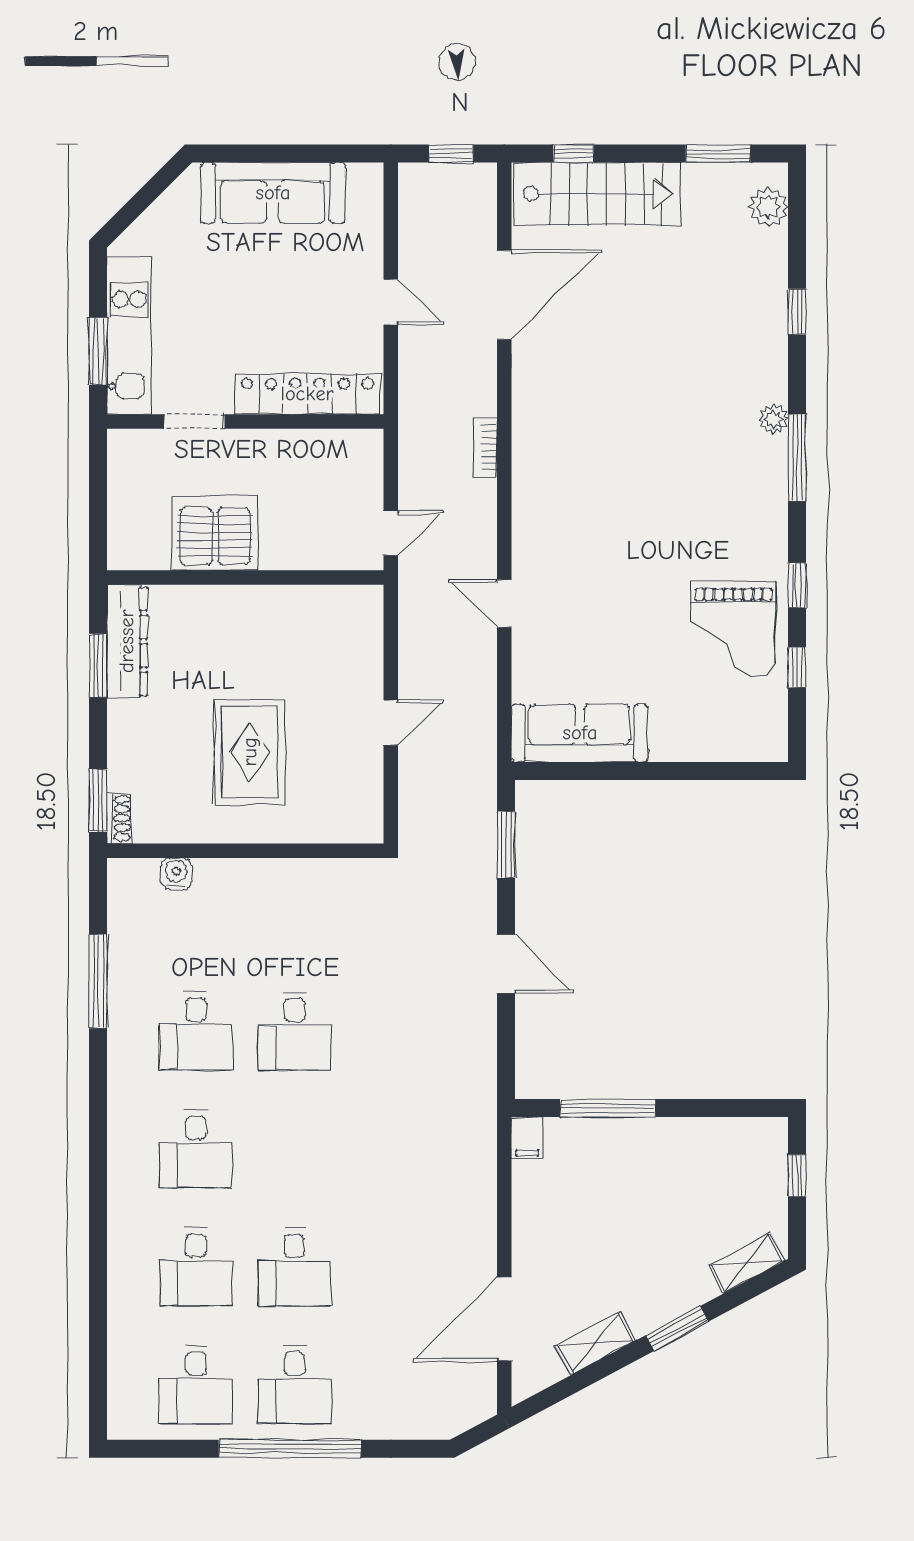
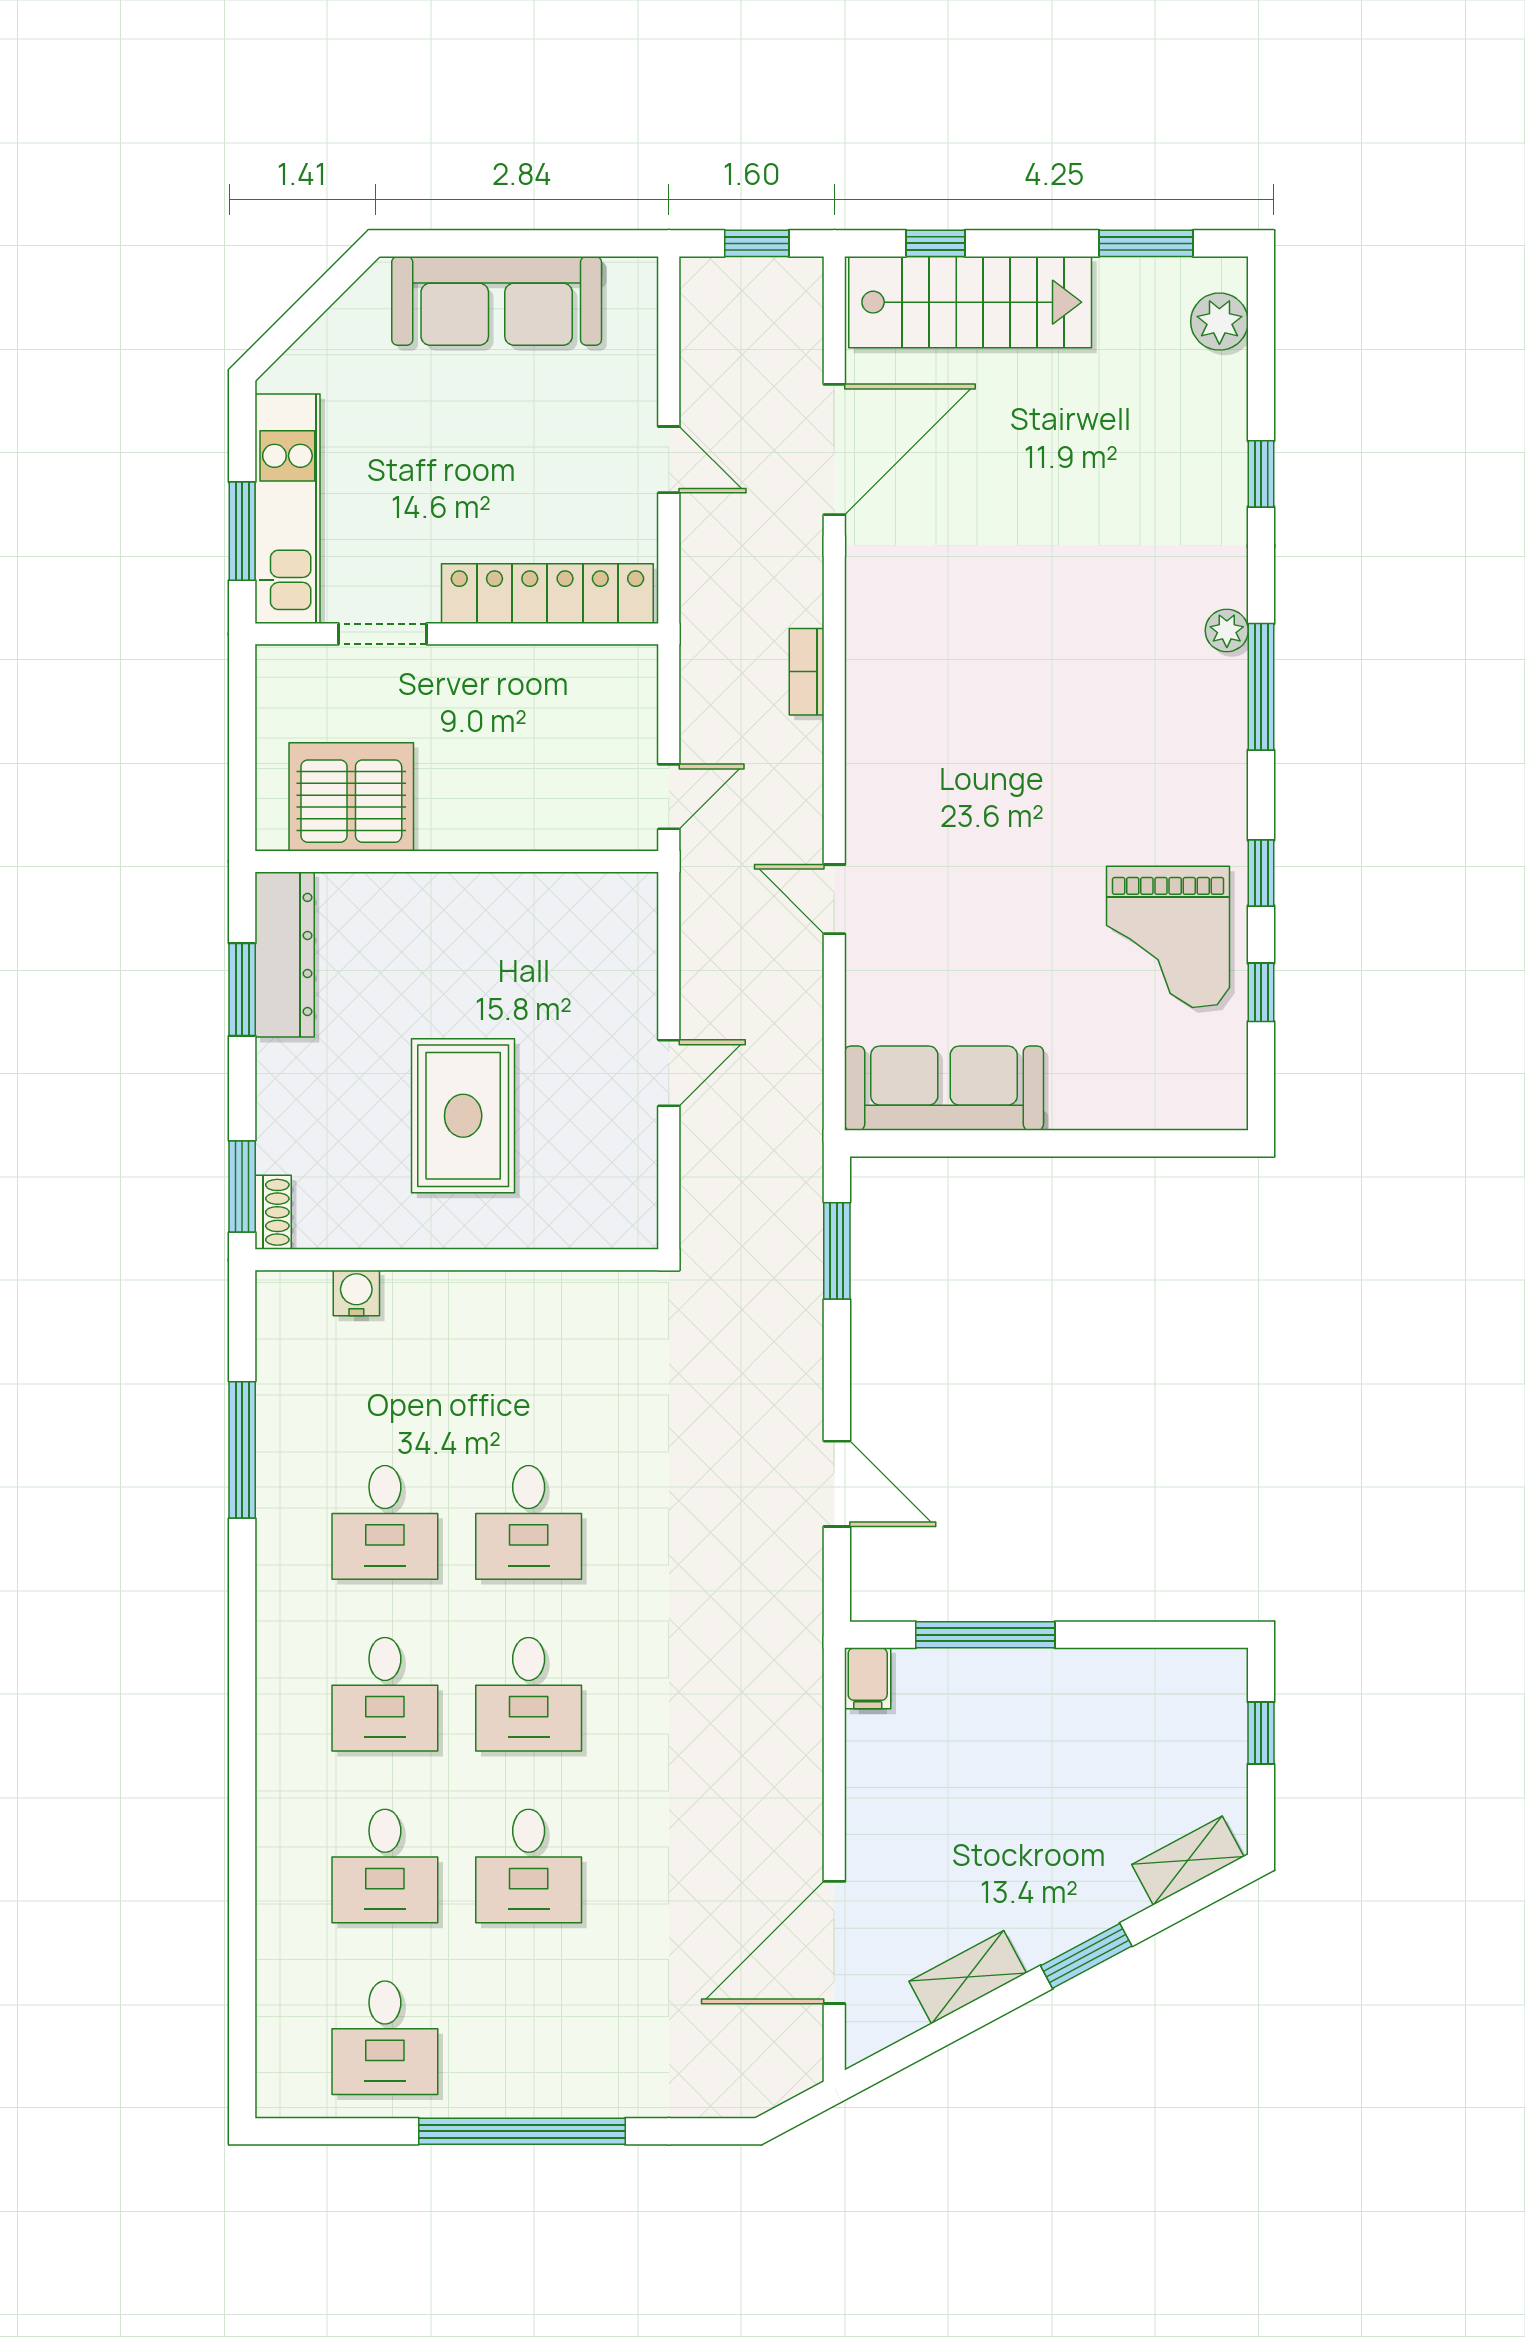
server rack: (215, 533) -> (351, 797), moved
door: (506, 964) -> (837, 1484), moved
desk: (295, 1385) -> (529, 1694), moved

